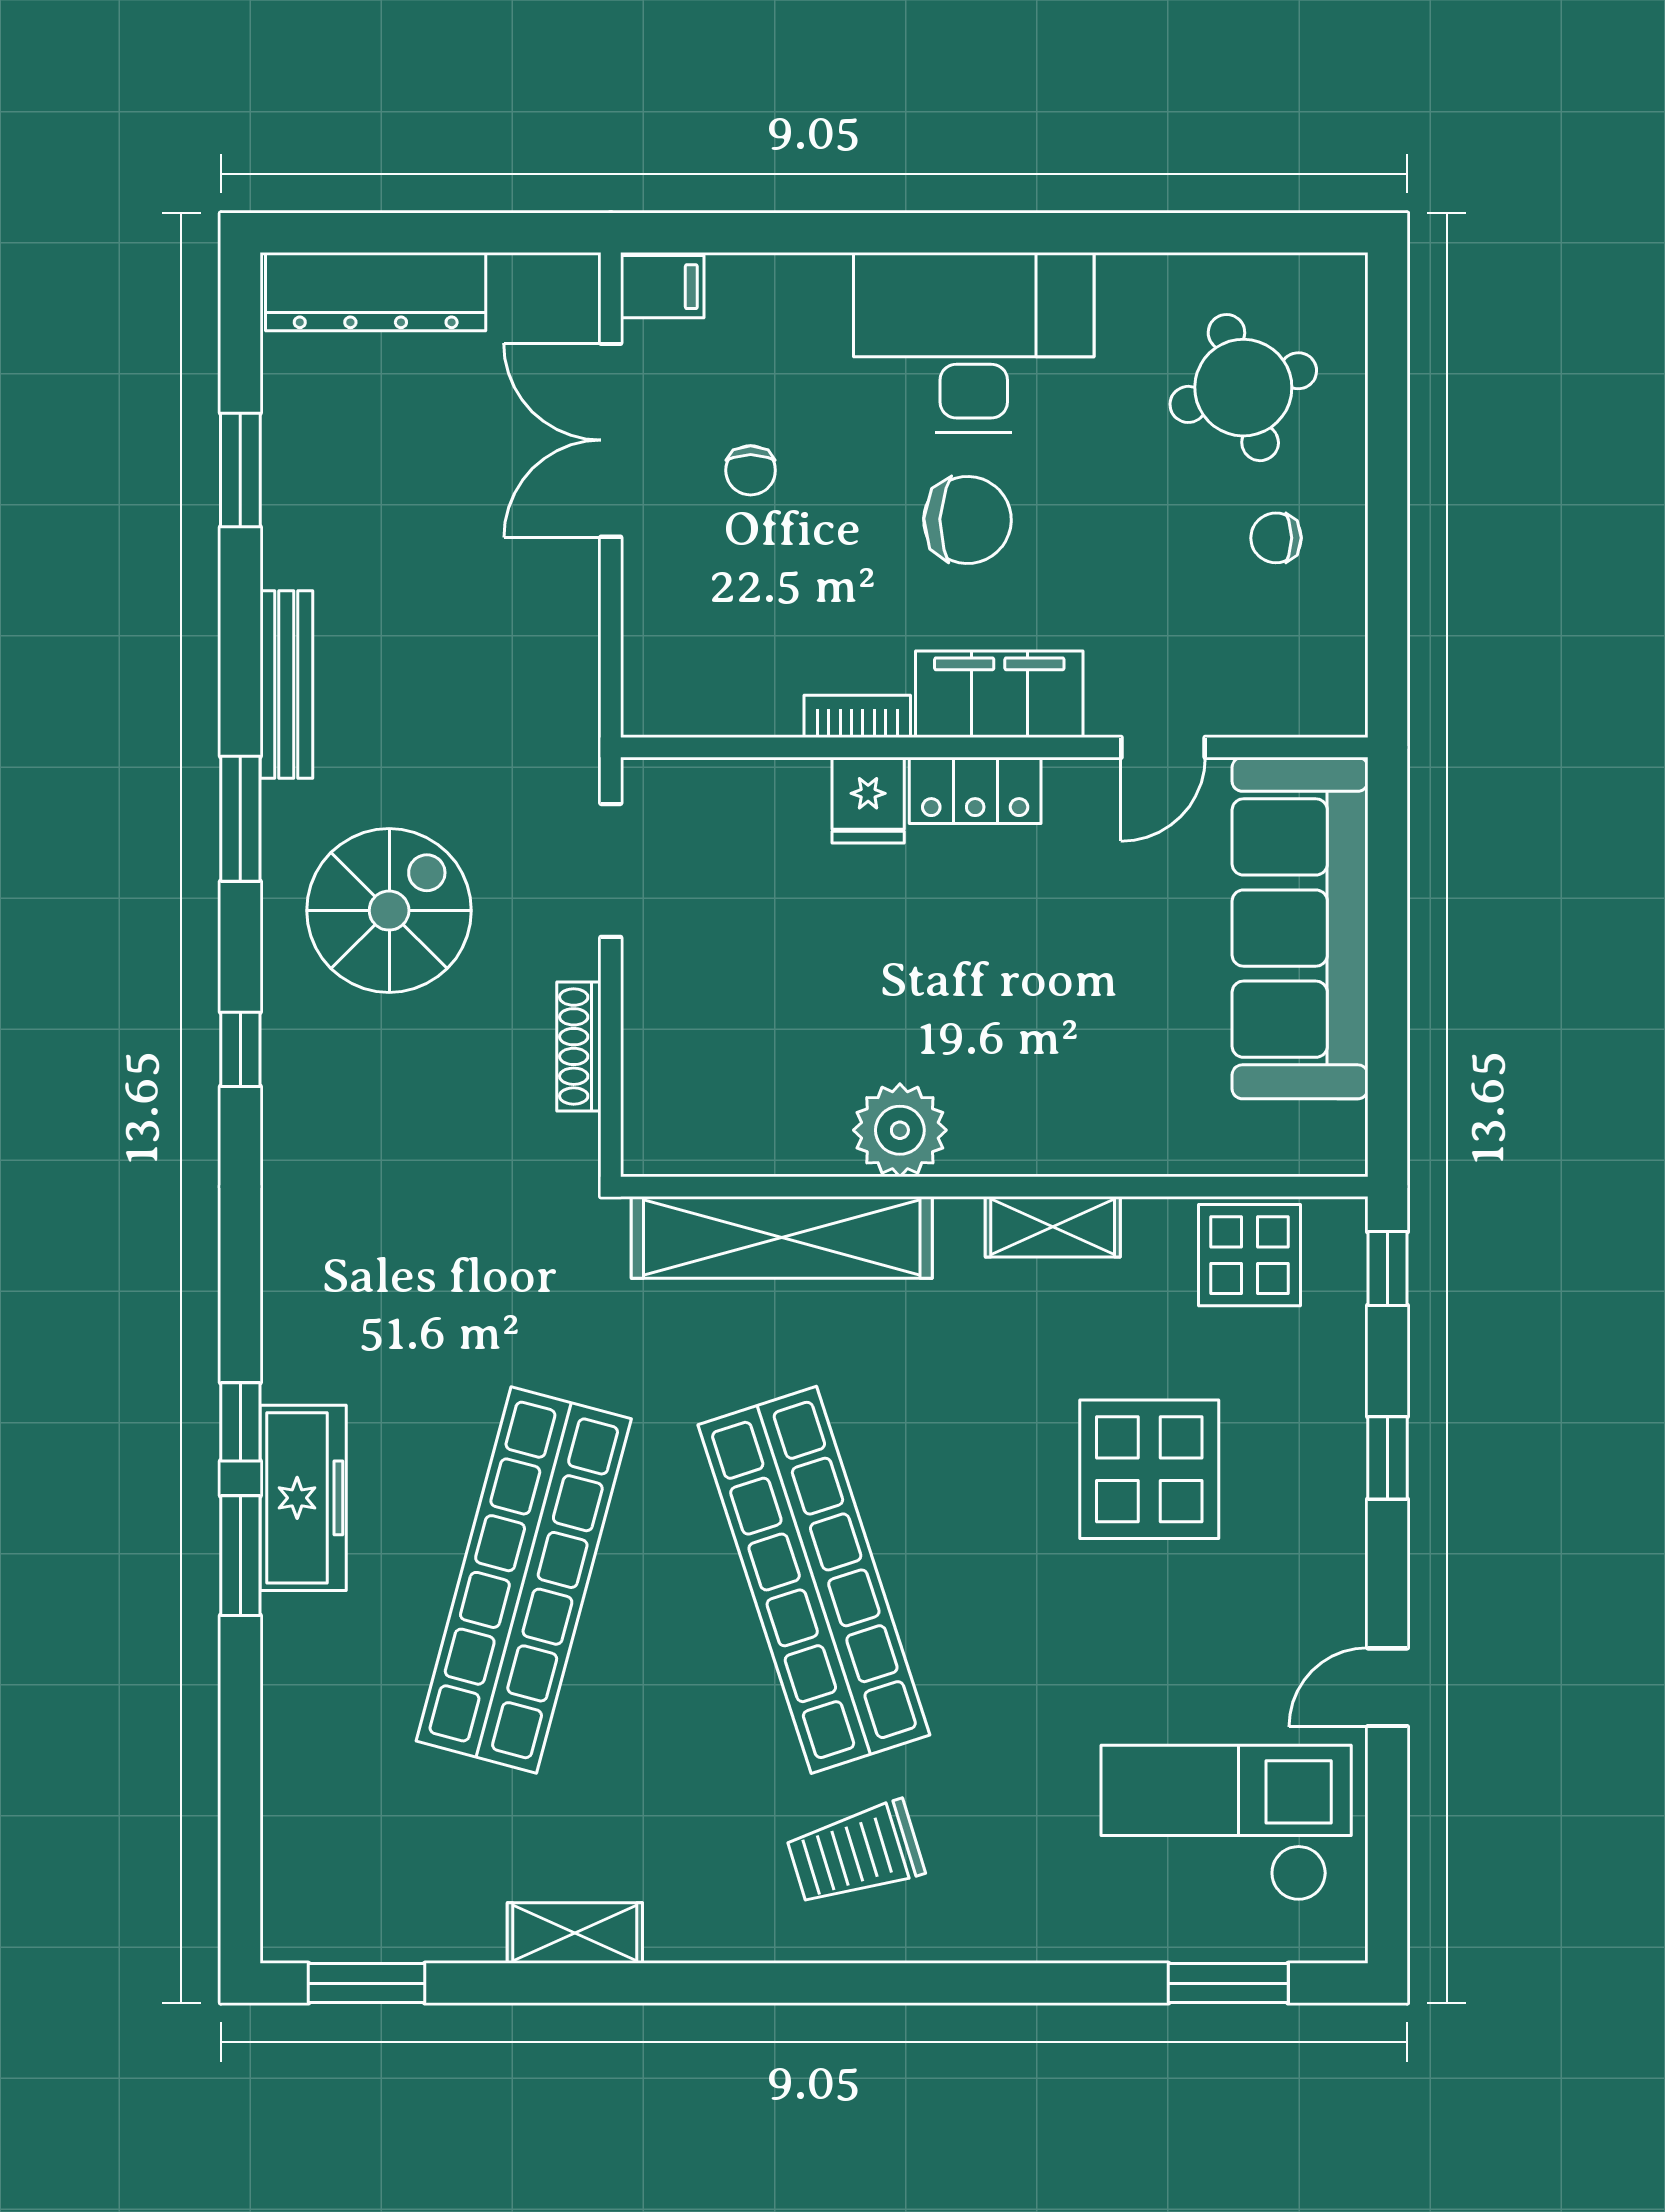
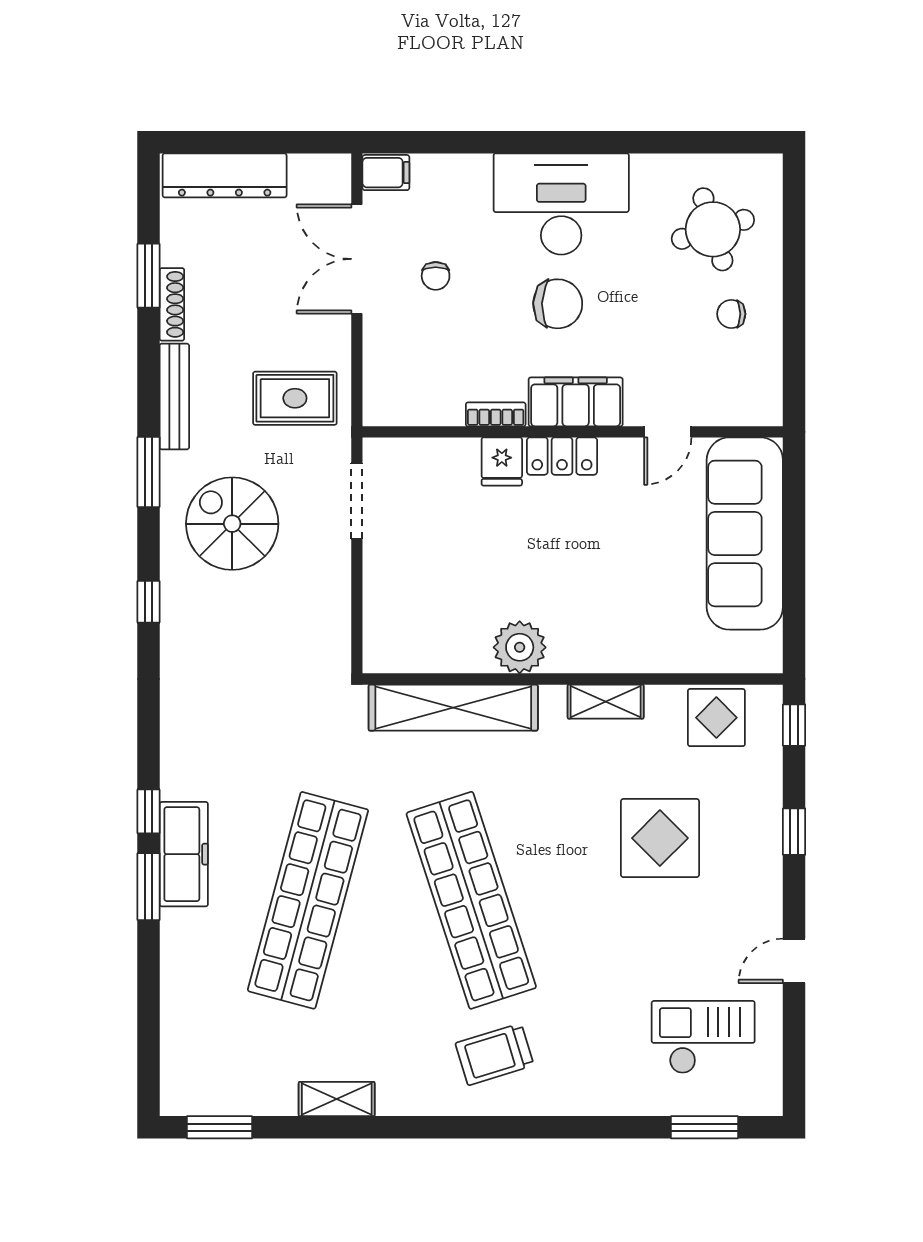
rug: (501, 688) -> (295, 398), added
spiral stairs: (389, 911) -> (232, 524), turned -90
shoe rack: (579, 1047) -> (172, 304), moved, turned 180
checkout: (1226, 1823) -> (703, 1037), width x0.73, depth x0.83

